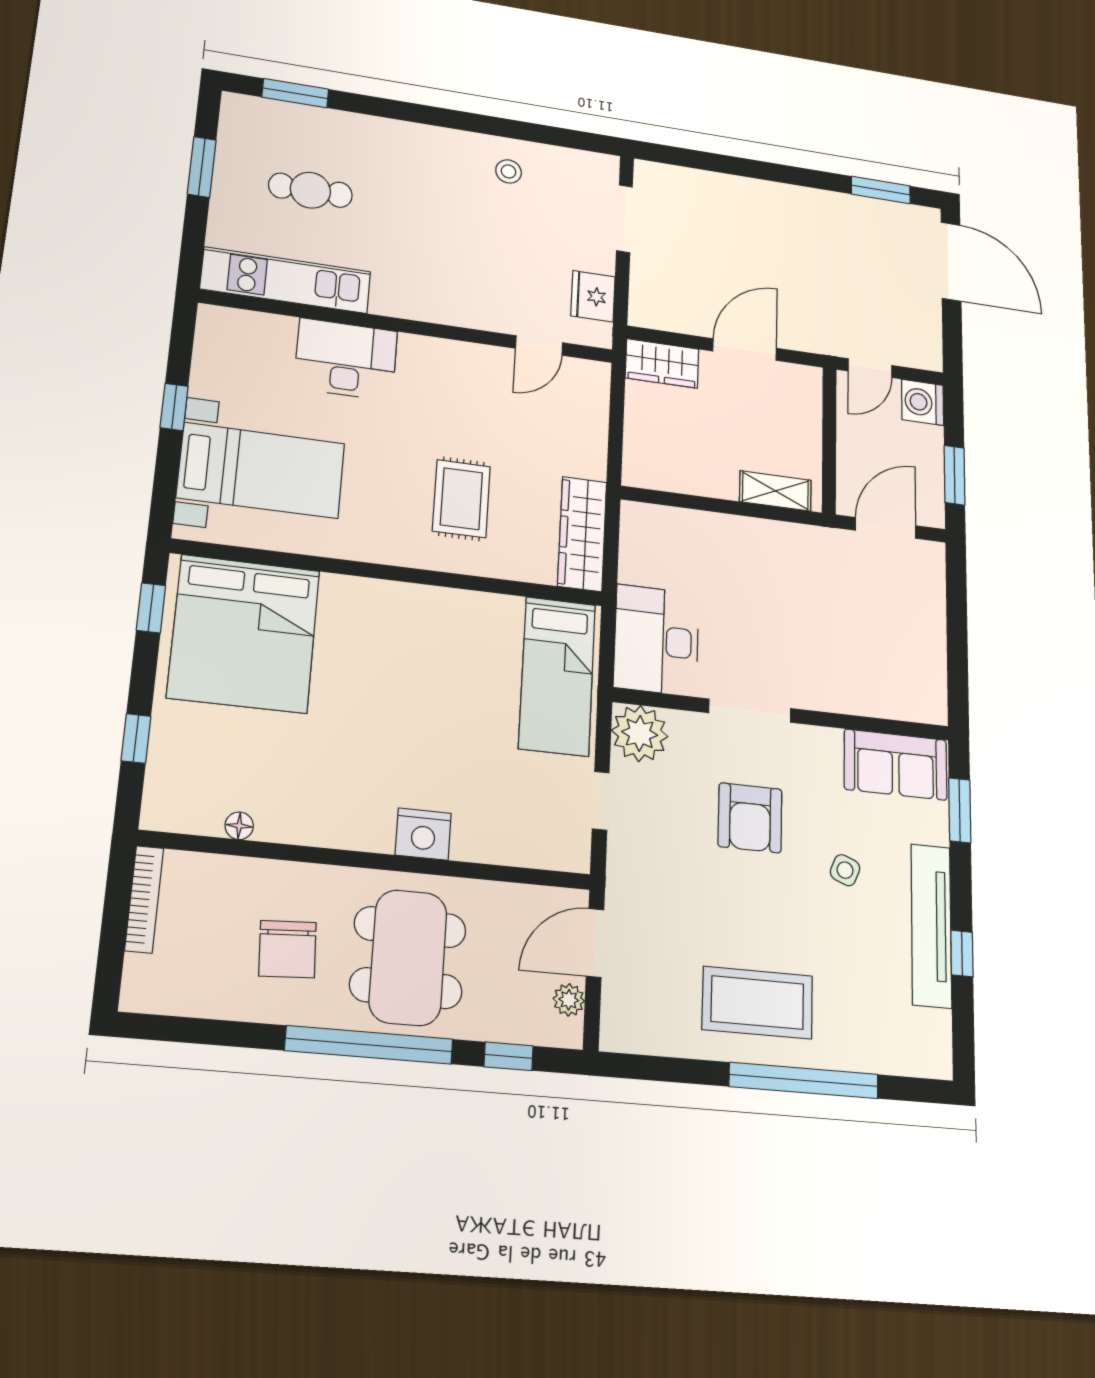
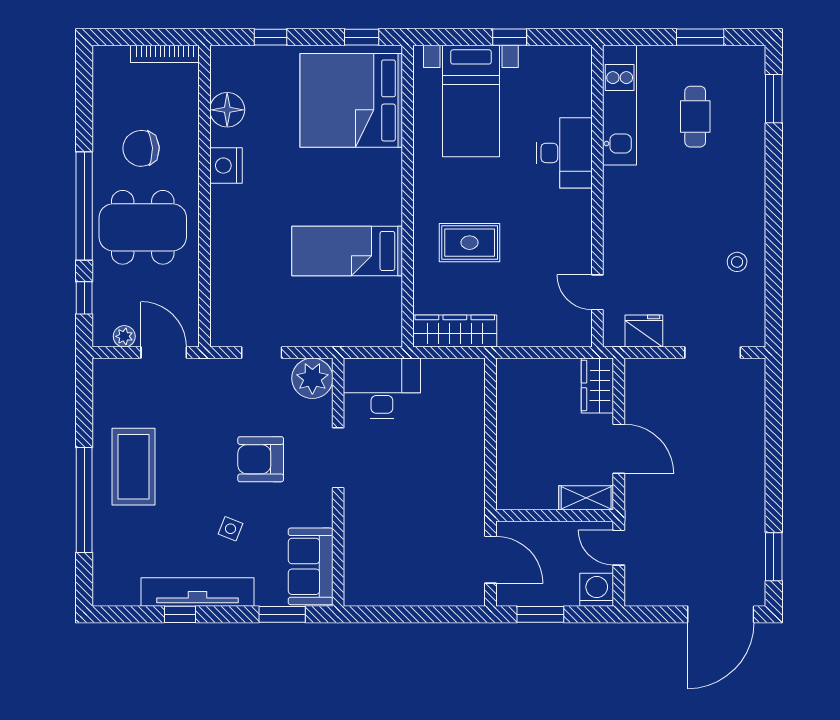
shelving: (775, 491) -> (586, 498), moved, turned 90
bed: (557, 676) -> (347, 251), moved
floor lamp: (239, 826) -> (227, 110), width x1.89, depth x1.89
nightstand: (423, 834) -> (226, 166), moved

